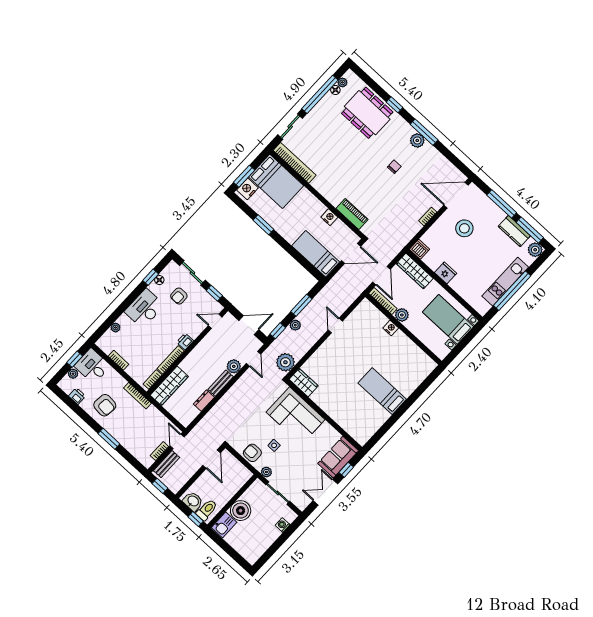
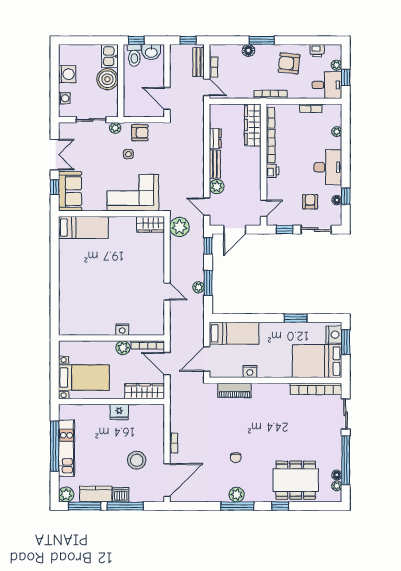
dishwasher: (419, 249) -> (121, 495), moved, turned 180
plant: (295, 325) -> (198, 287), moved
bed: (382, 391) -> (83, 227), moved
floor lamp: (125, 440) -> (248, 50), added
washing machine: (265, 540) -> (67, 74), added

